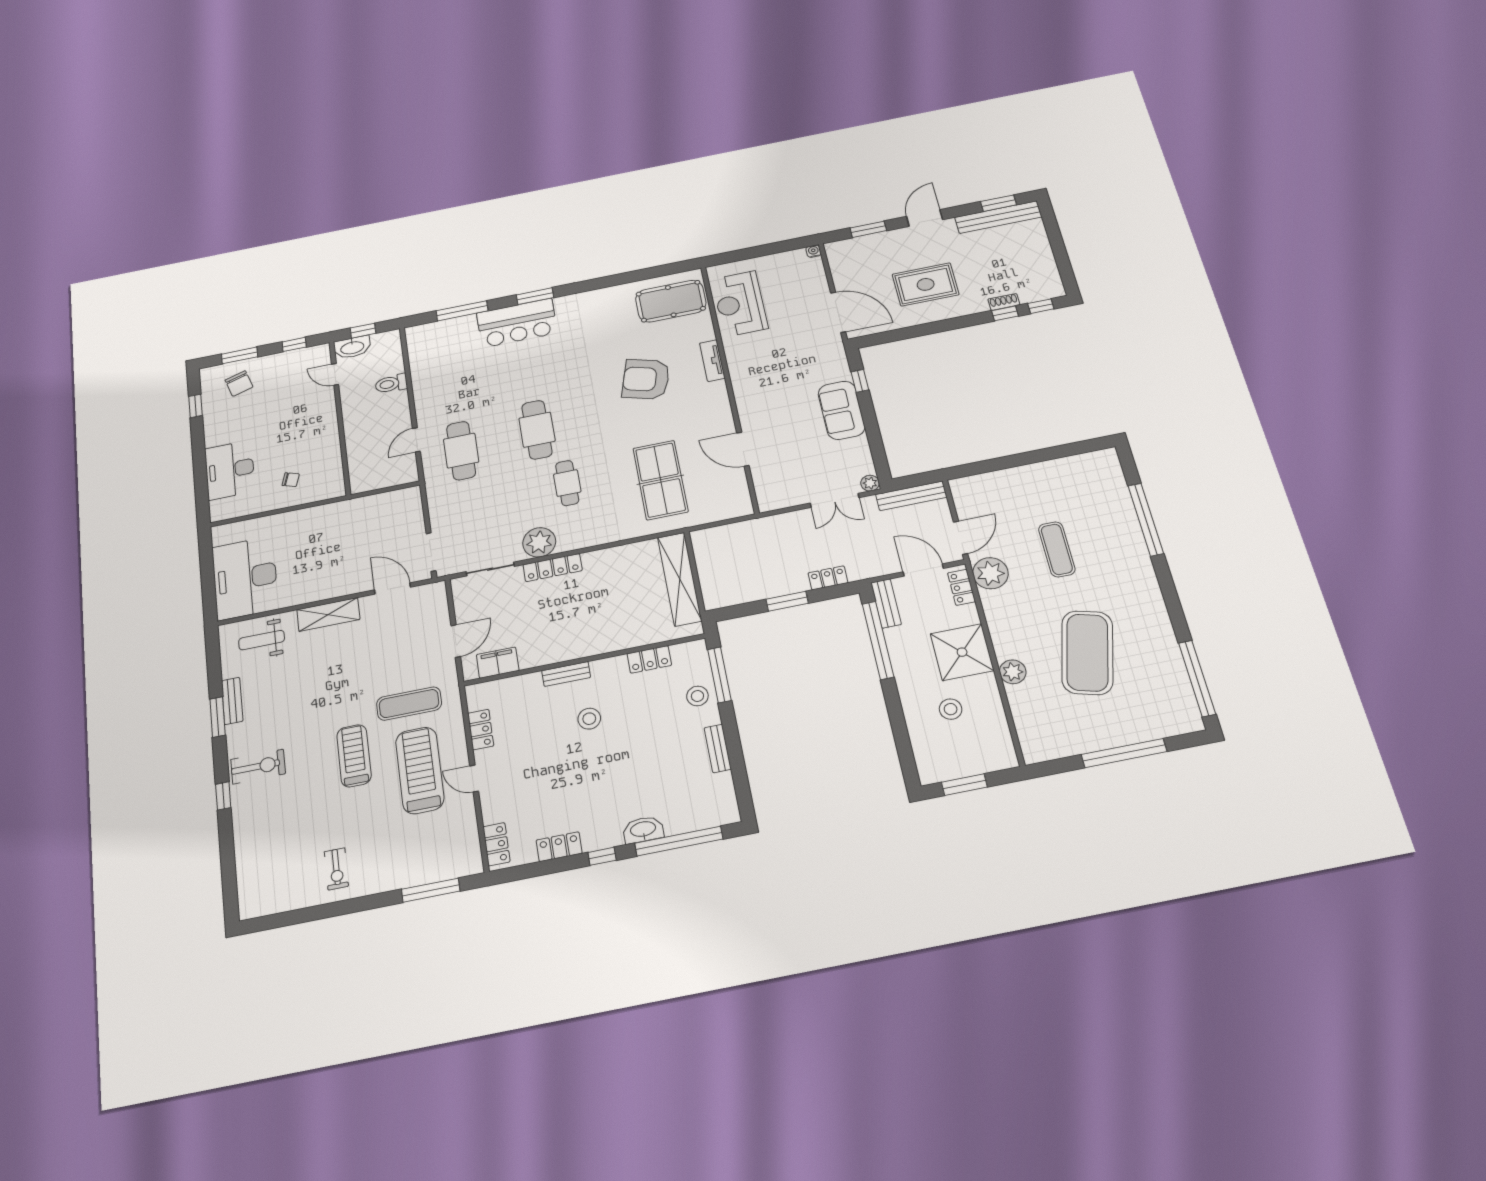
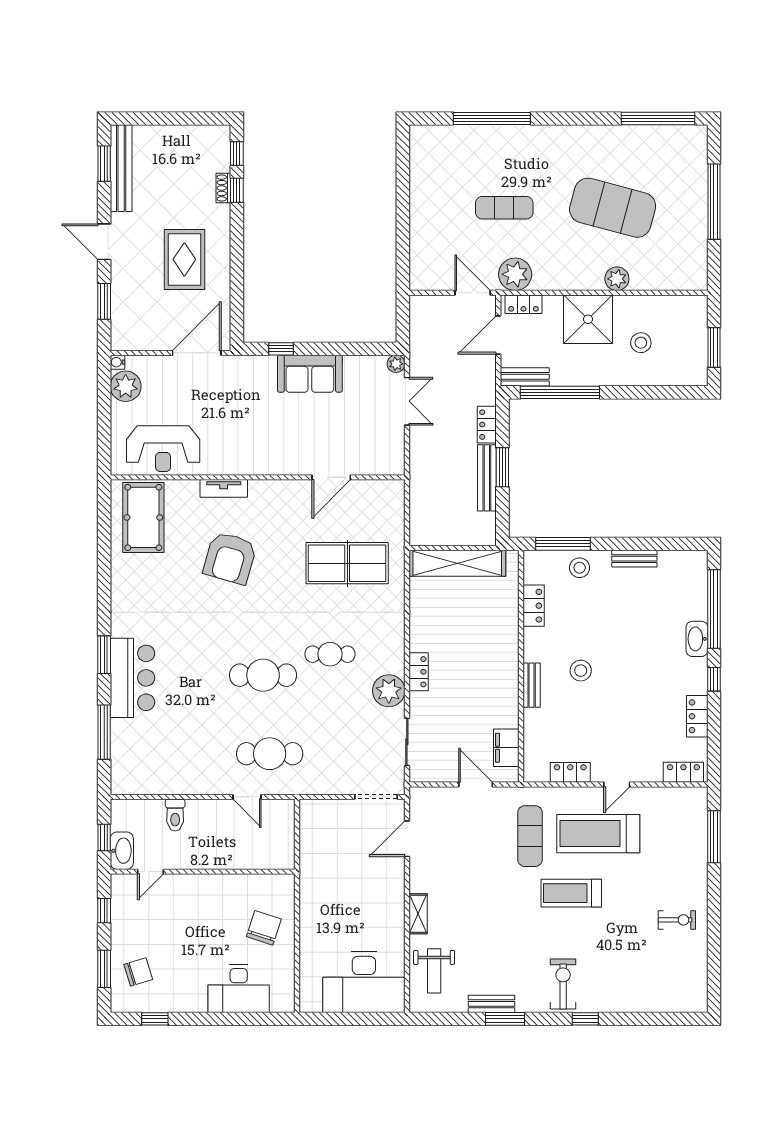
plant: (792, 262) -> (126, 386), added
chair: (291, 480) -> (264, 928), width x1.87, depth x1.87
bench: (911, 496) -> (487, 478), moved
locker: (553, 568) -> (419, 672), width x0.66
shelving: (328, 615) -> (418, 914), width x0.67, depth x0.75

